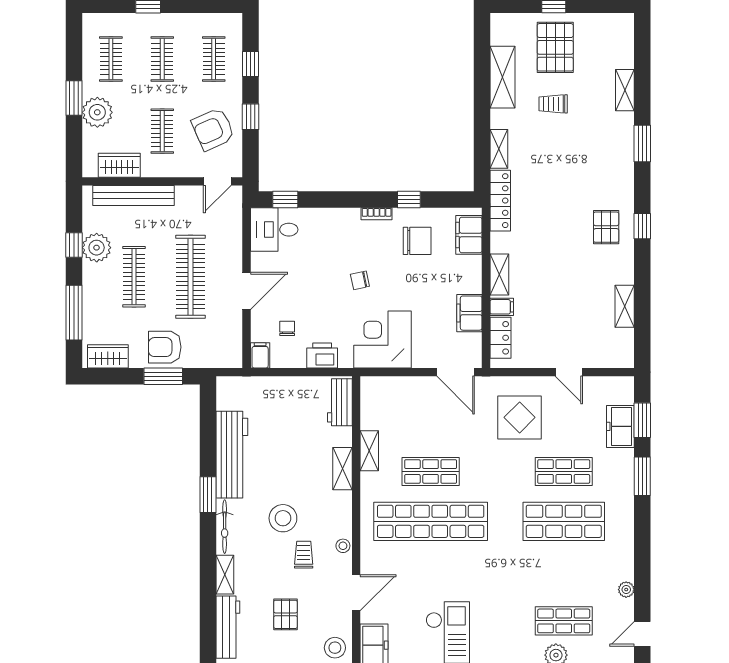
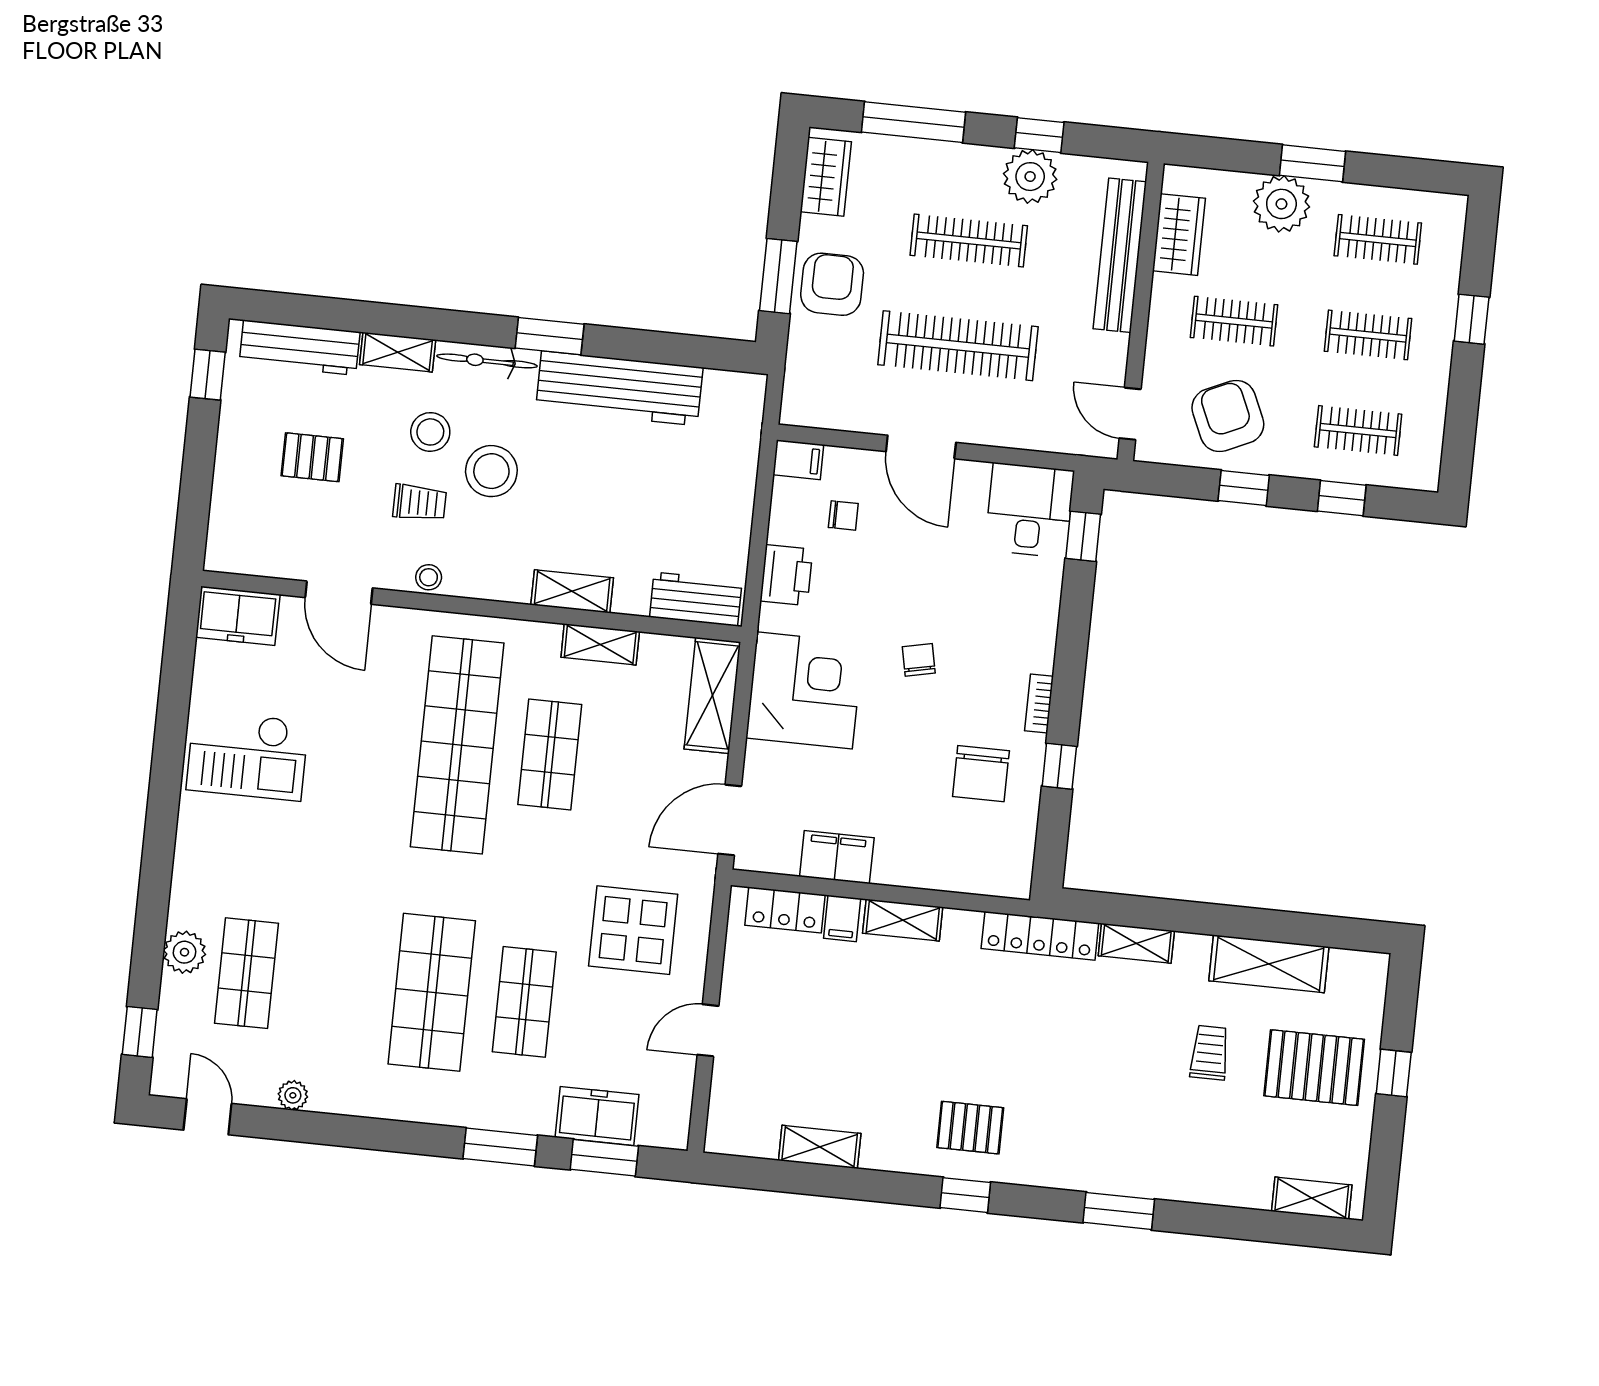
shelving: (625, 90) -> (1312, 1198), moved
filing cabinet: (469, 235) -> (982, 871), removed
shelving: (390, 388) -> (712, 695), added
stool: (335, 648) -> (430, 432), moved

